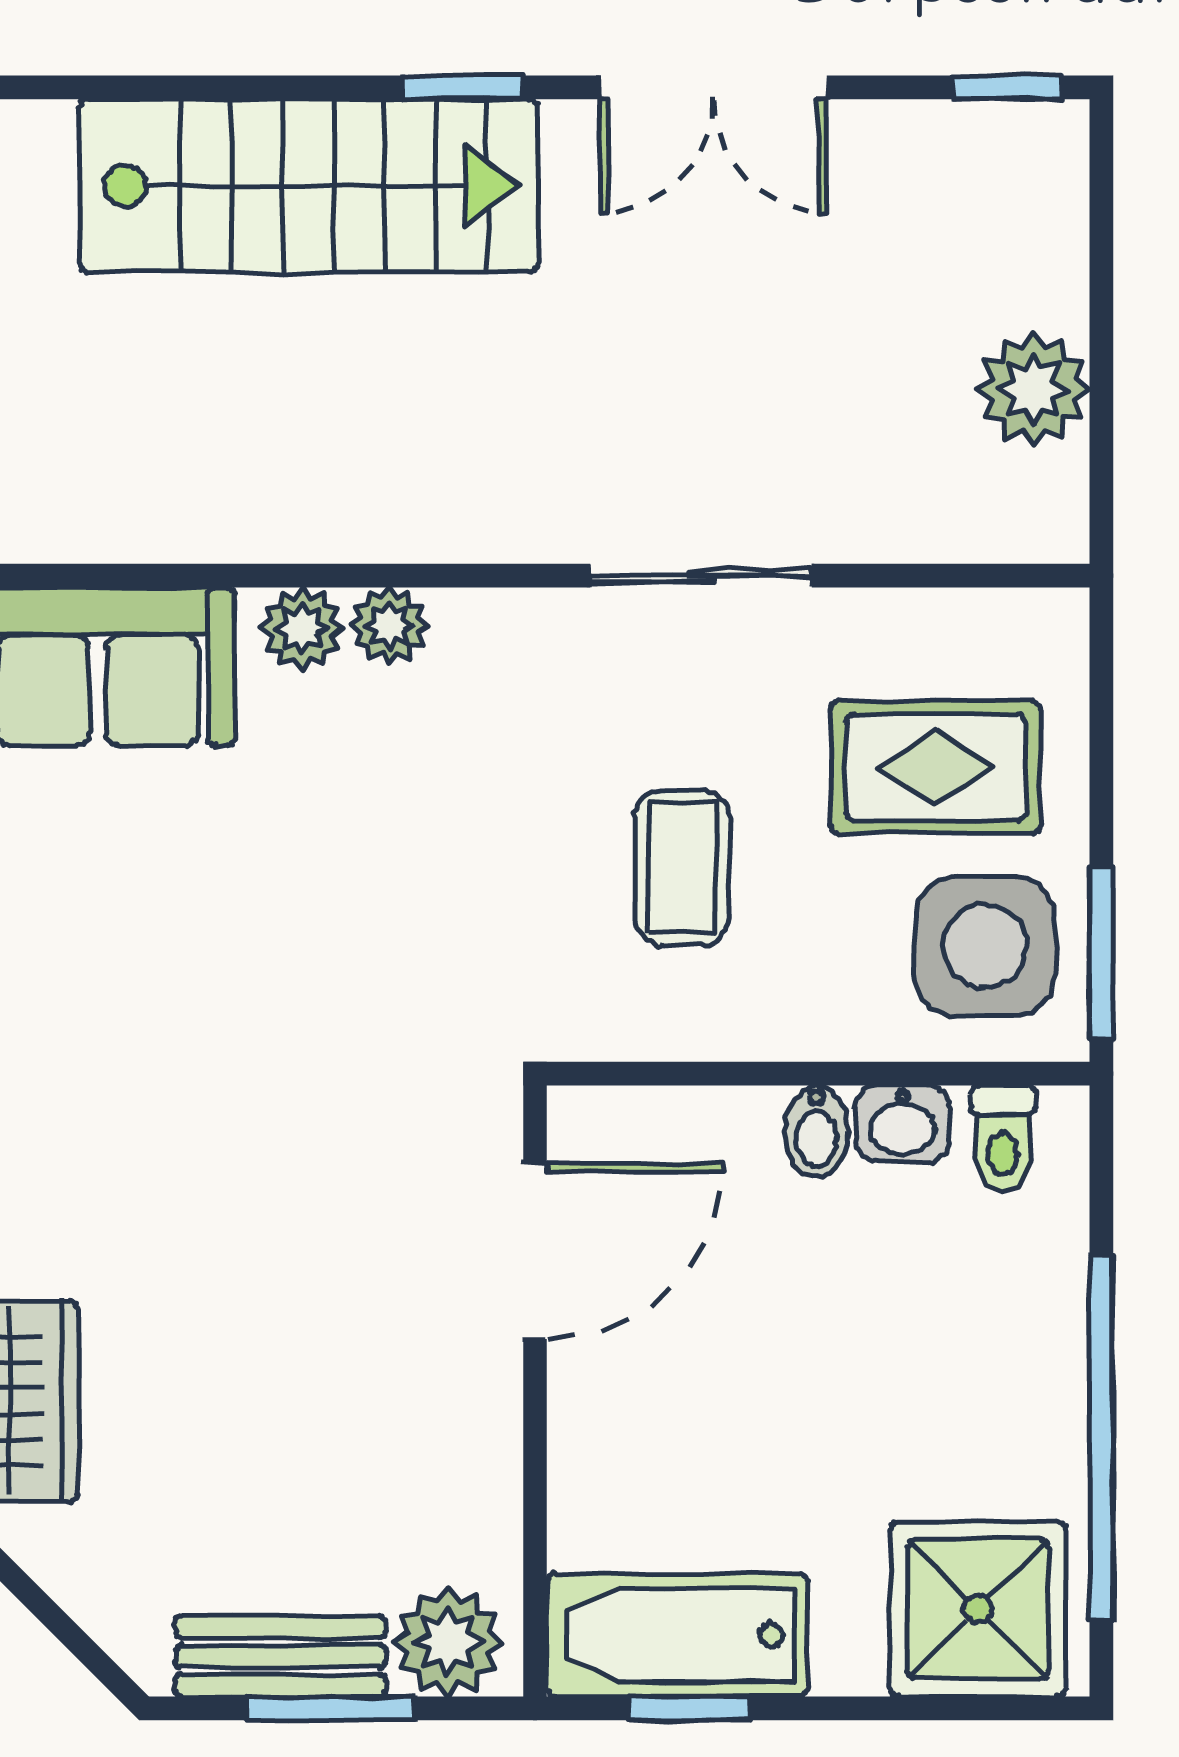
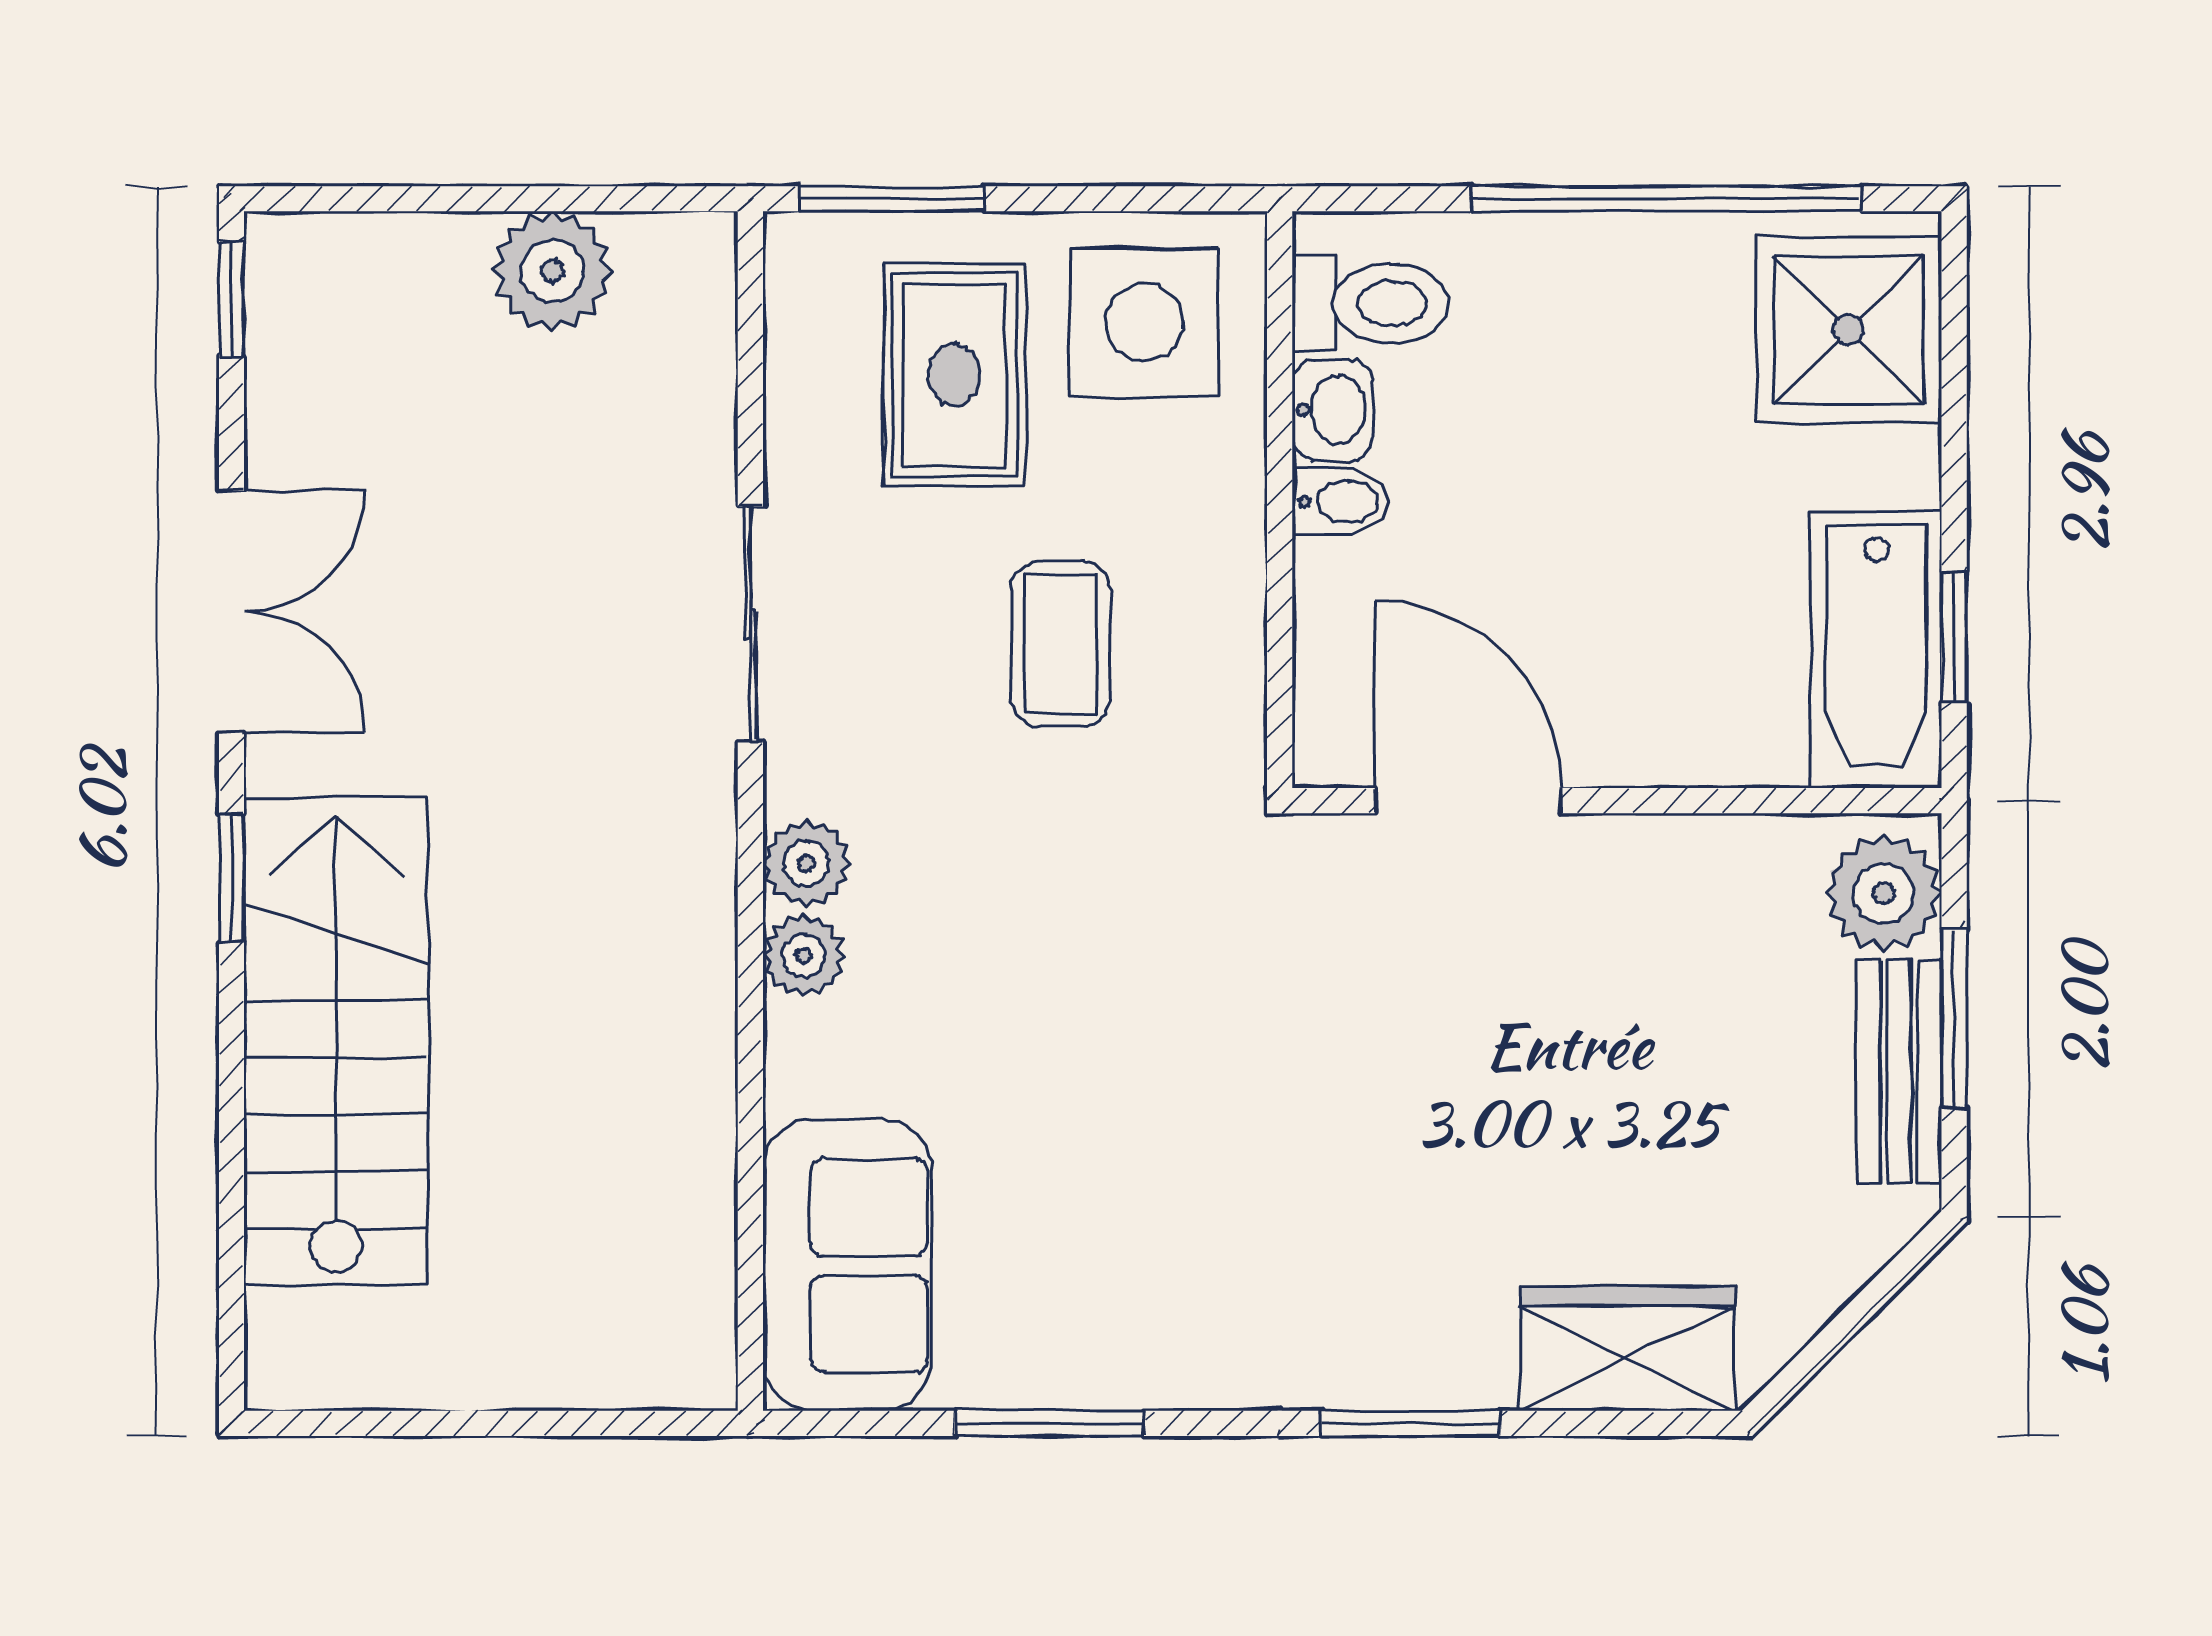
plant: (302, 628) -> (806, 863), moved
coffee table: (682, 868) -> (1061, 644), turned 90
window: (1101, 953) -> (891, 199), moved
toilet: (1003, 1138) -> (1370, 304), width x1.37, depth x1.39

